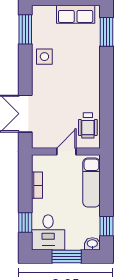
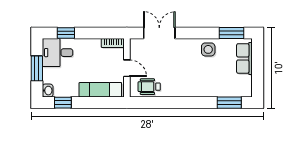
row of seats: (76, 14) -> (244, 58), moved
bookcase: (37, 185) -> (113, 43), moved

